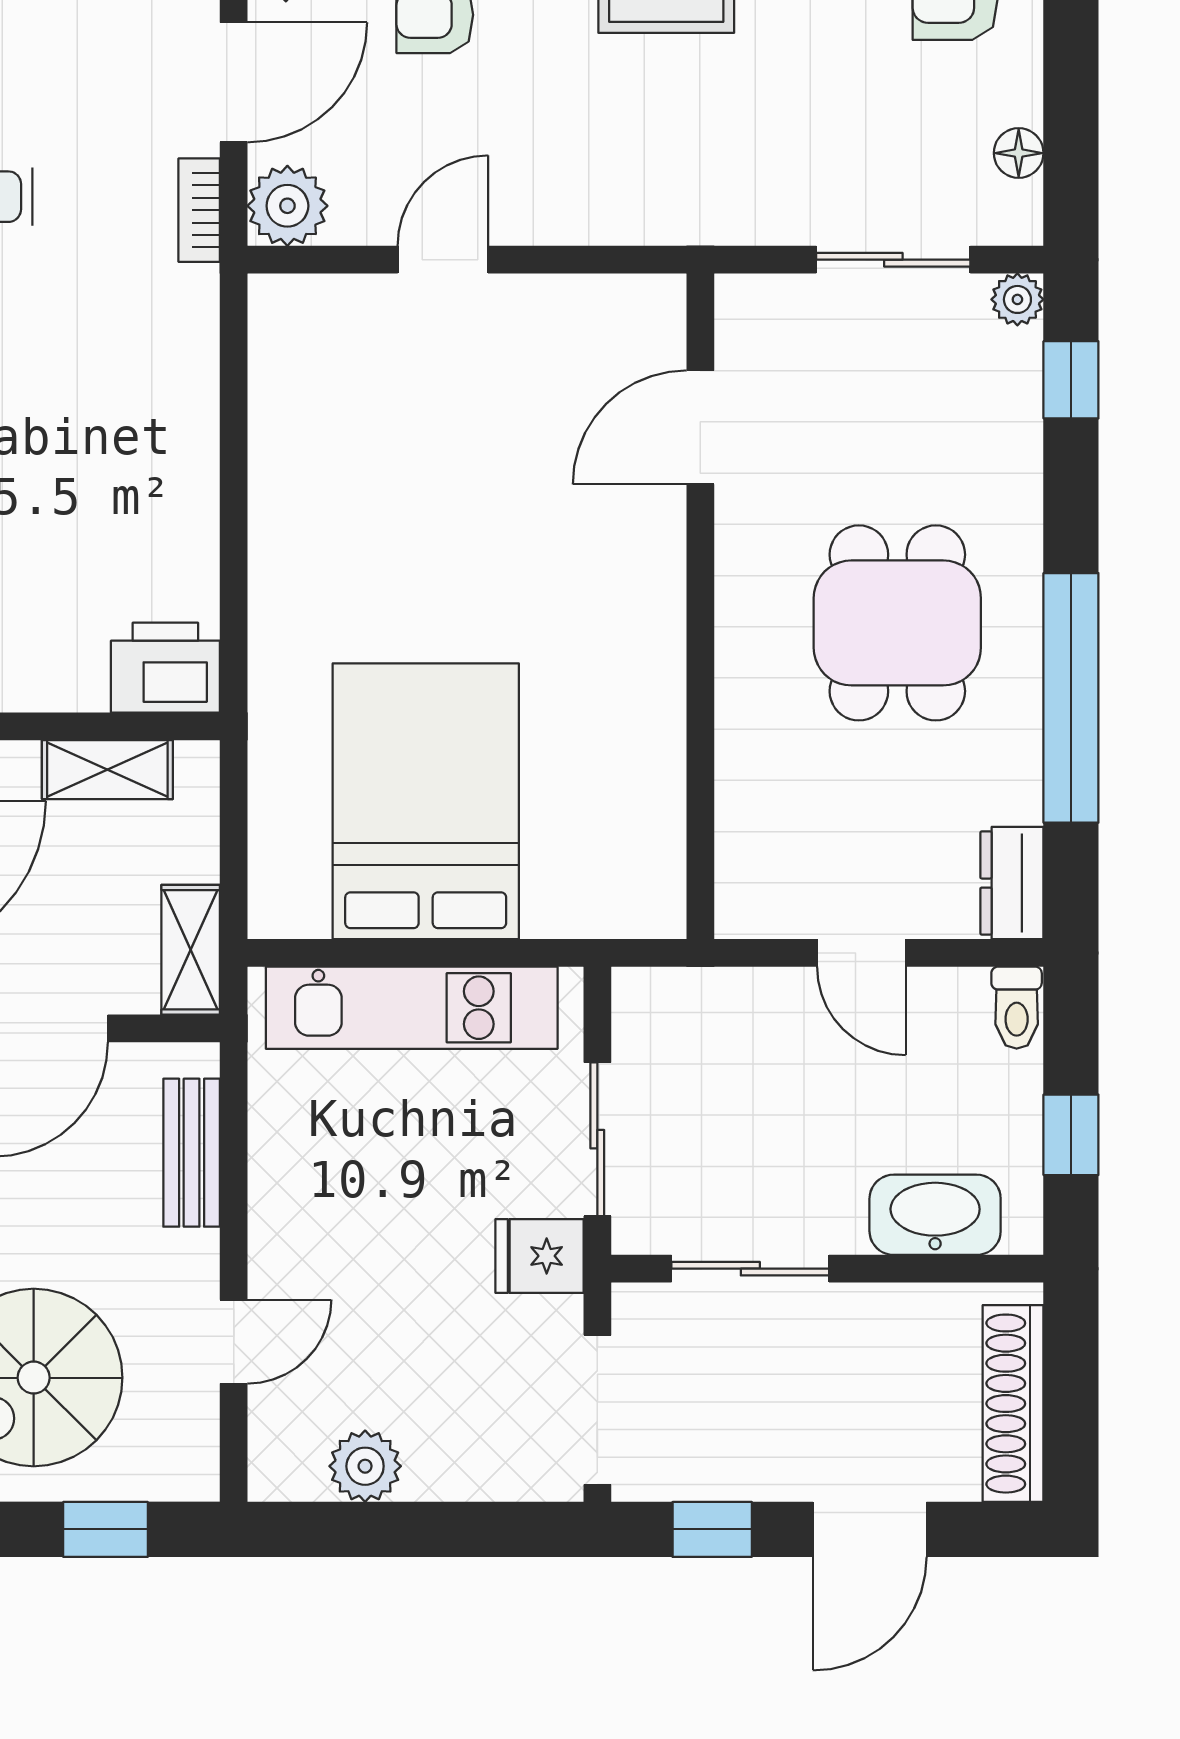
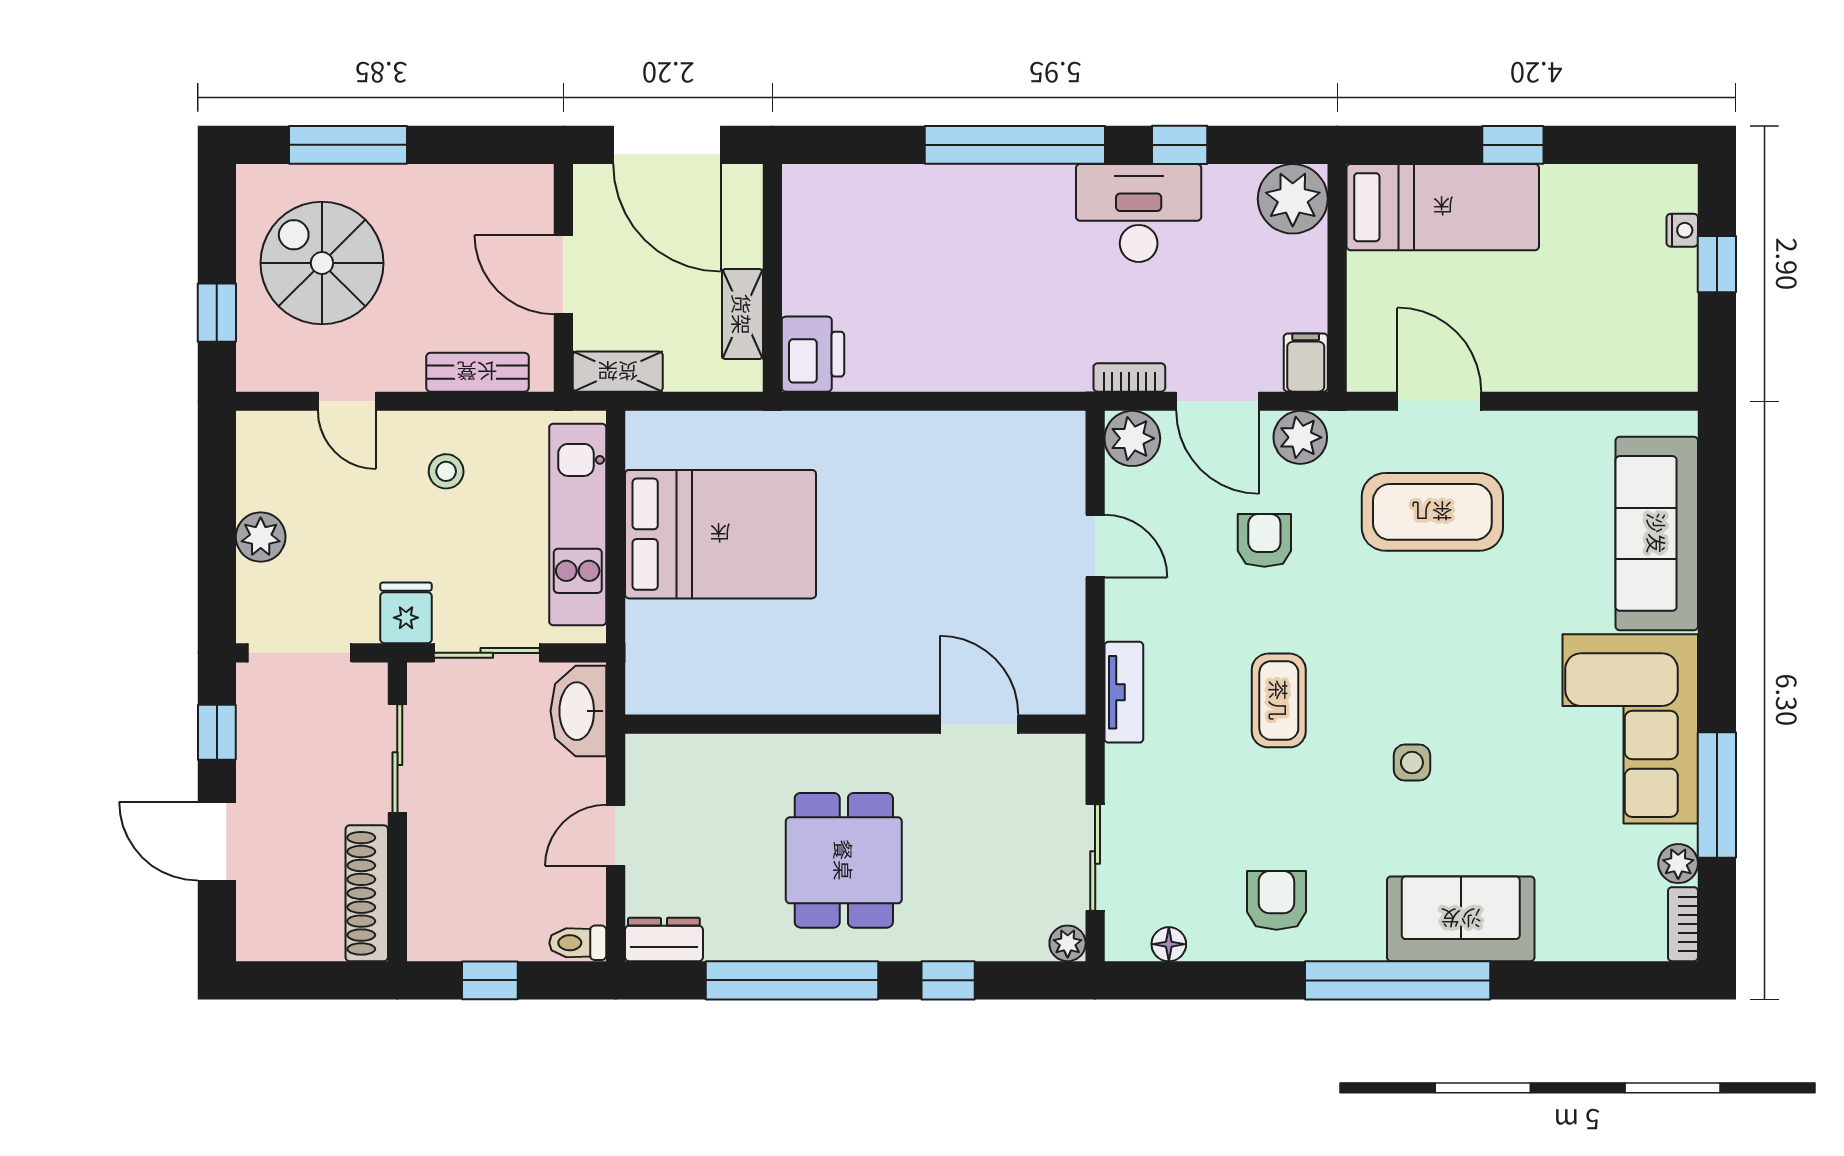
tv unit: (654, 218) -> (1124, 692), added
window: (1071, 380) -> (948, 980), moved
dining table: (897, 623) -> (844, 860), turned 90
stool: (335, 1198) -> (446, 471), added
washbasin: (935, 1215) -> (578, 711), moved, turned 180
shoe rack: (1013, 1404) -> (367, 893), moved, turned -90
plant: (365, 1466) -> (261, 537), moved

